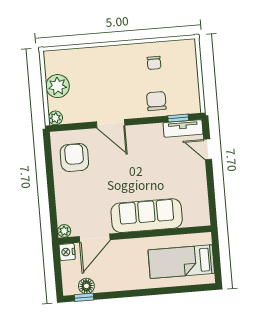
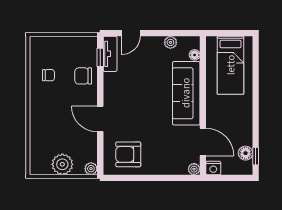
door: (111, 124) -> (100, 119), swing flipped
plant: (201, 194) -> (170, 42), added
floor lamp: (189, 221) -> (195, 55), added

